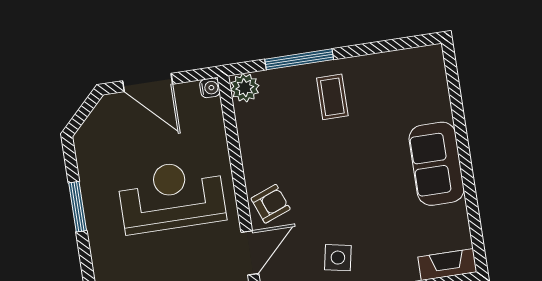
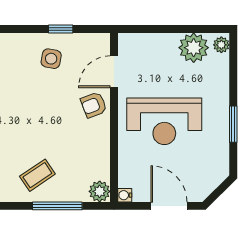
coffee table: (332, 97) -> (37, 175), turned 56

